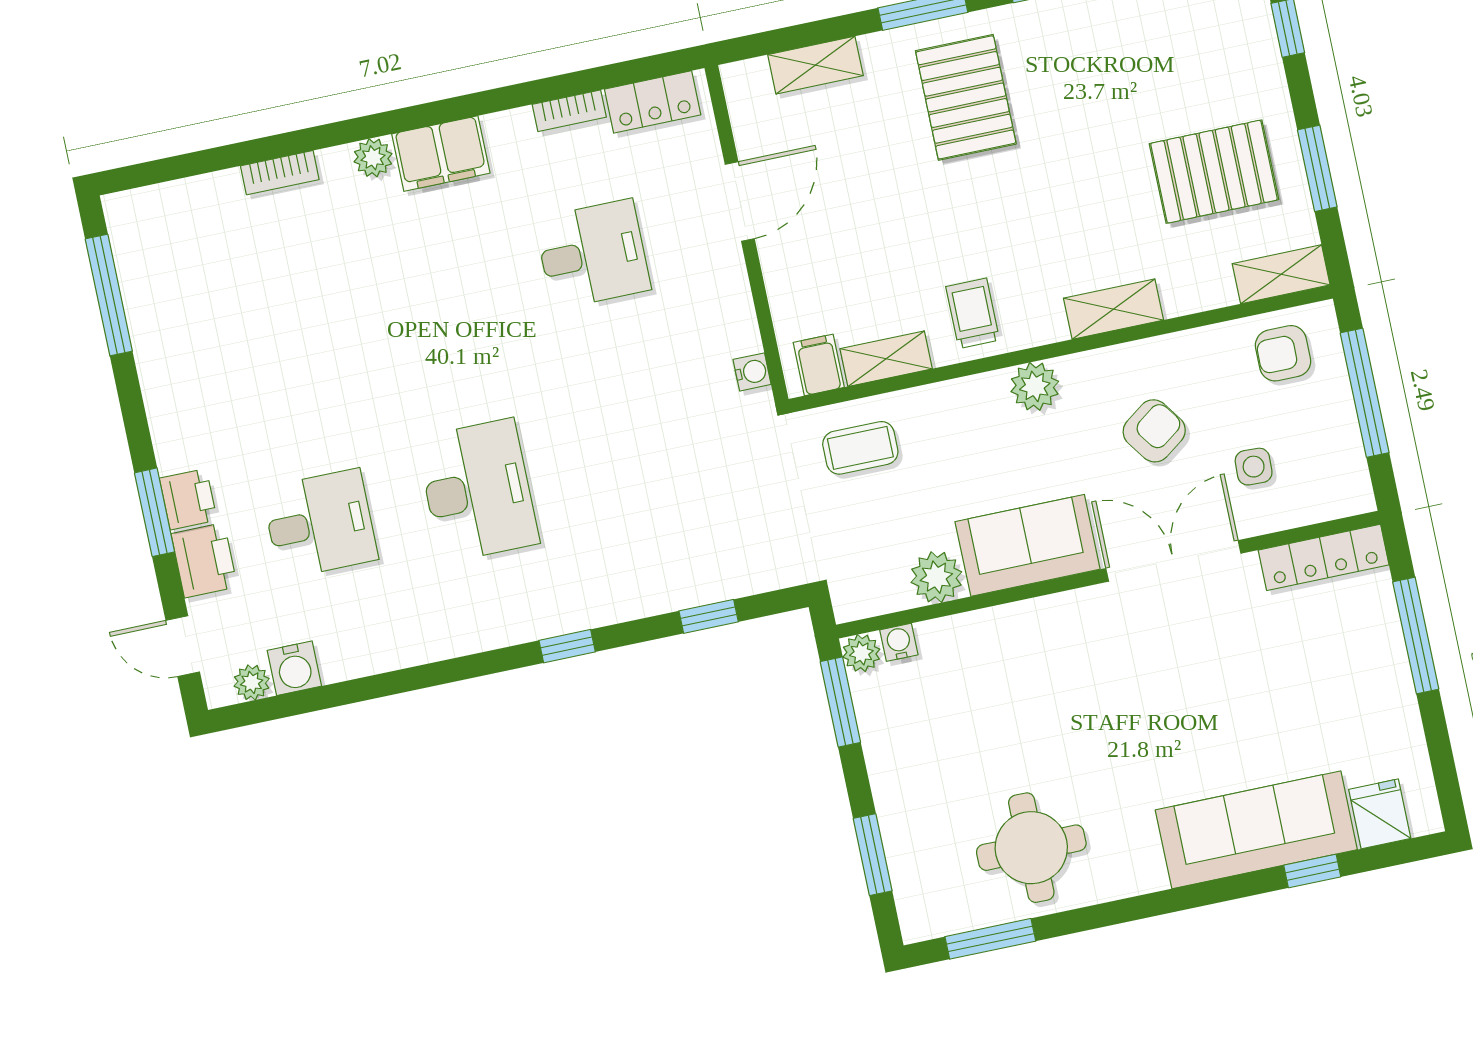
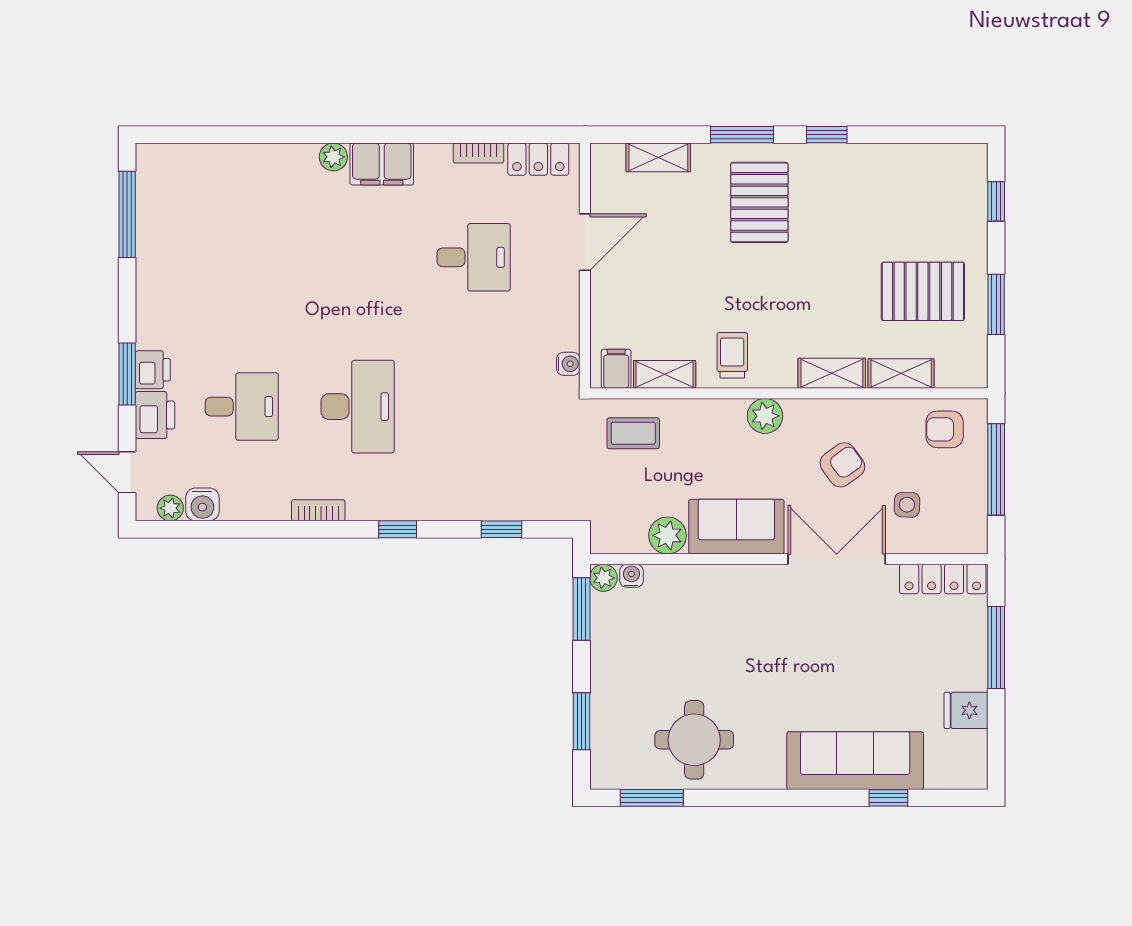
bookcase: (280, 173) -> (318, 510), moved, turned 180
shelving: (1281, 274) -> (901, 374), moved
fridge: (1380, 814) -> (966, 710), moved, turned -90

